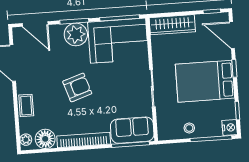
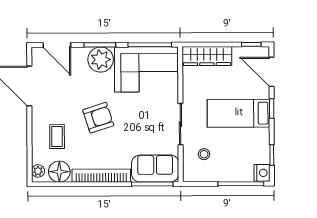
bed: (205, 81) -> (239, 113), width x0.67
coffee table: (26, 105) -> (57, 137), moved
stool: (189, 128) -> (204, 154), moved

